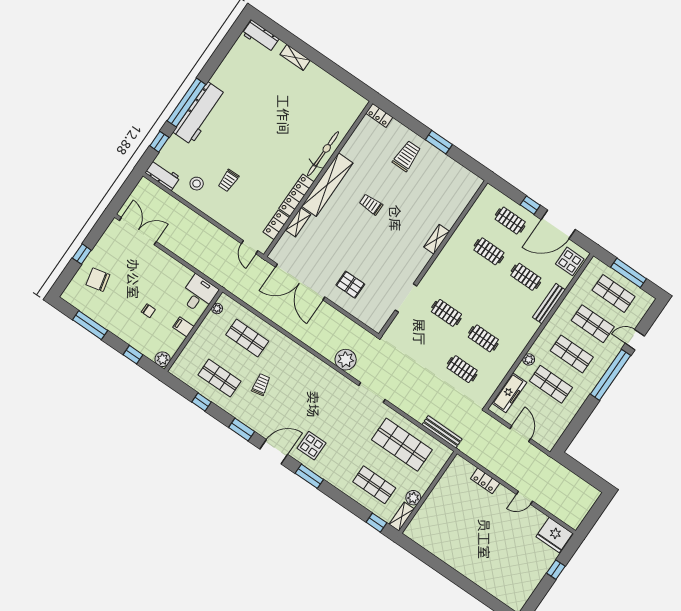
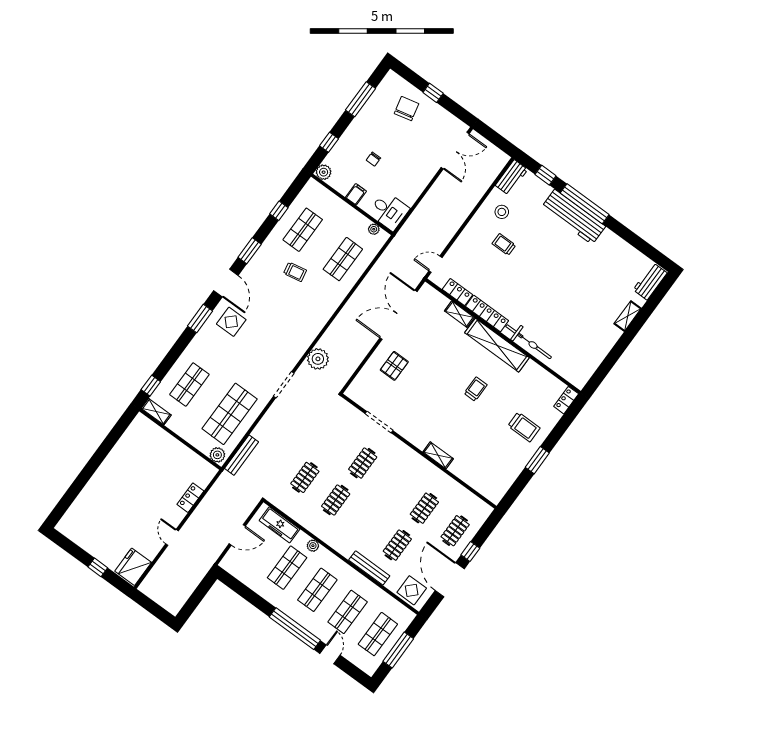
plant: (413, 498) -> (217, 455), moved

